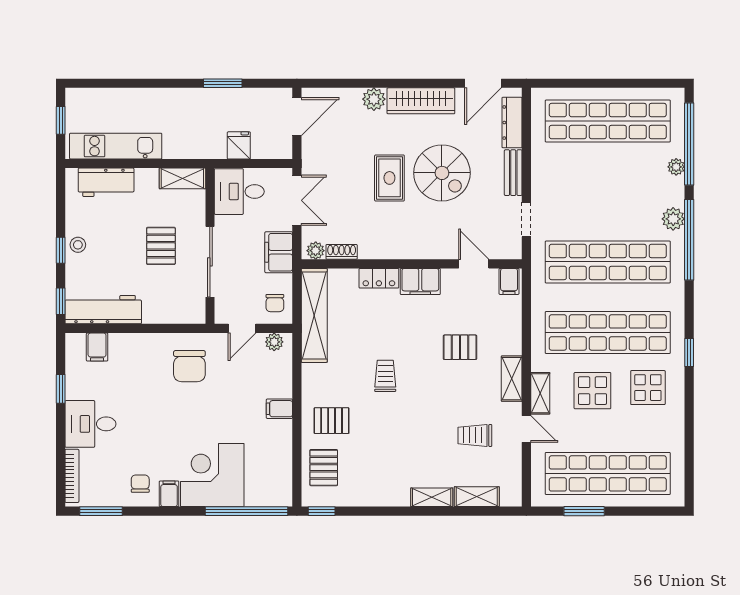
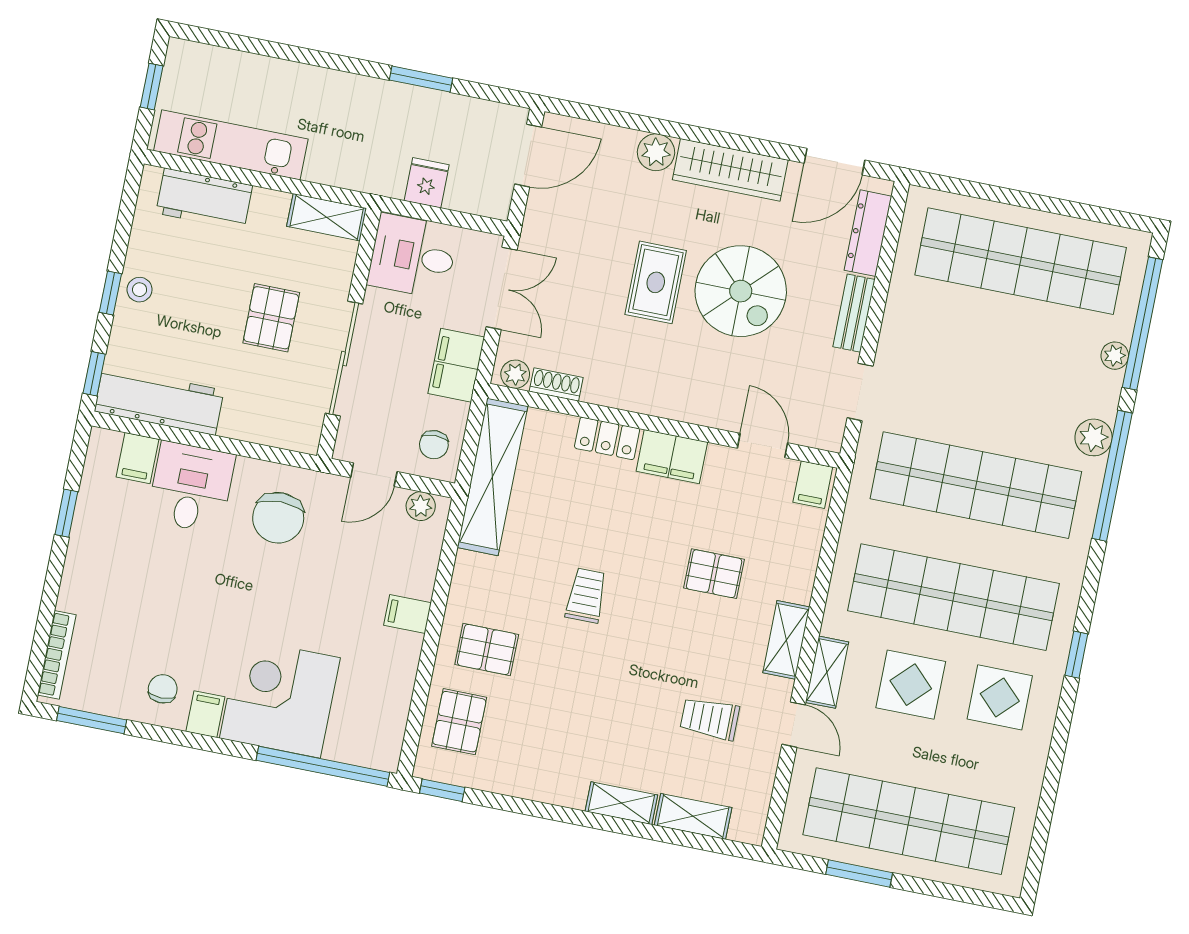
desk: (90, 424) -> (191, 487), moved, turned 90

